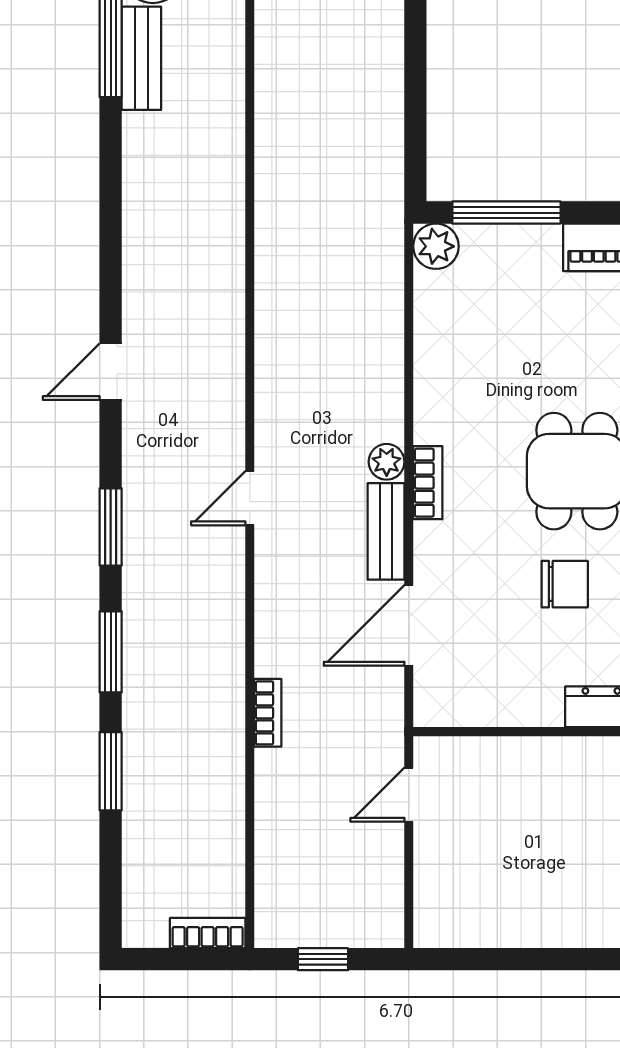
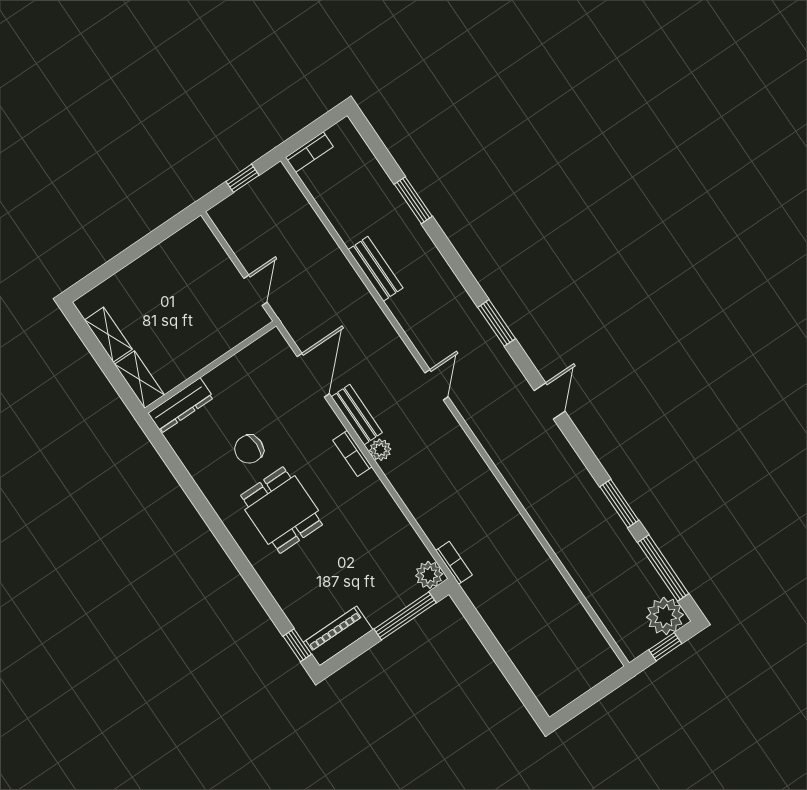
bench: (141, 58) -> (375, 269), moved
window: (111, 652) -> (619, 503), moved
bookcase: (268, 713) -> (454, 563), moved, turned 180

